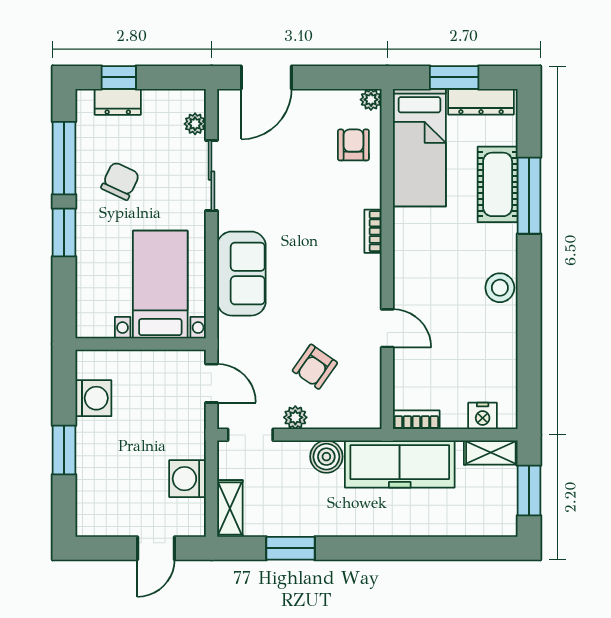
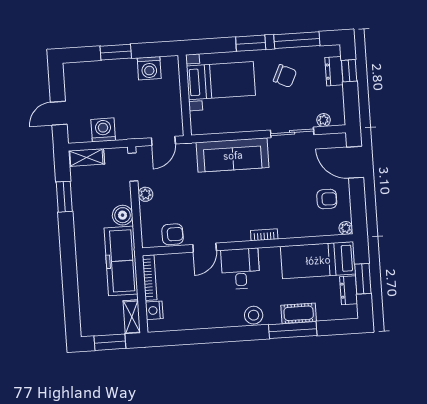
dresser: (481, 102) -> (349, 290), width x0.70
armchair: (353, 145) -> (327, 199), moved
cot: (498, 184) -> (299, 313), width x0.73, depth x0.75
desk: (425, 273) -> (240, 269), added
sofa: (241, 274) -> (233, 155), width x1.36
bed with nightstands: (160, 285) -> (221, 81), moved
stool: (500, 288) -> (254, 315), moved
armchair: (315, 367) -> (173, 234), moved, turned 145
bookcase: (416, 420) -> (150, 278), width x1.56
door: (156, 548) -> (59, 113), hinge flipped

